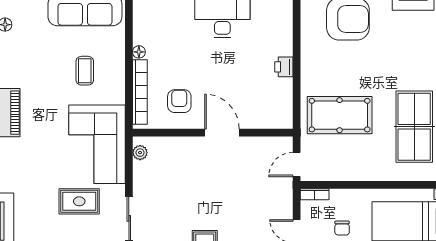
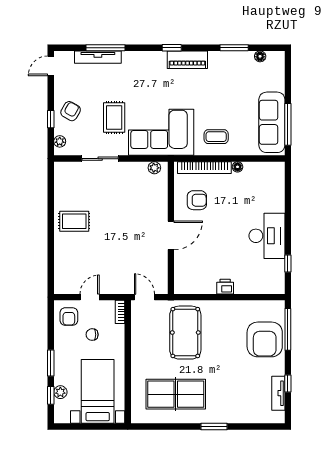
coffee table: (85, 71) -> (216, 137), moved

